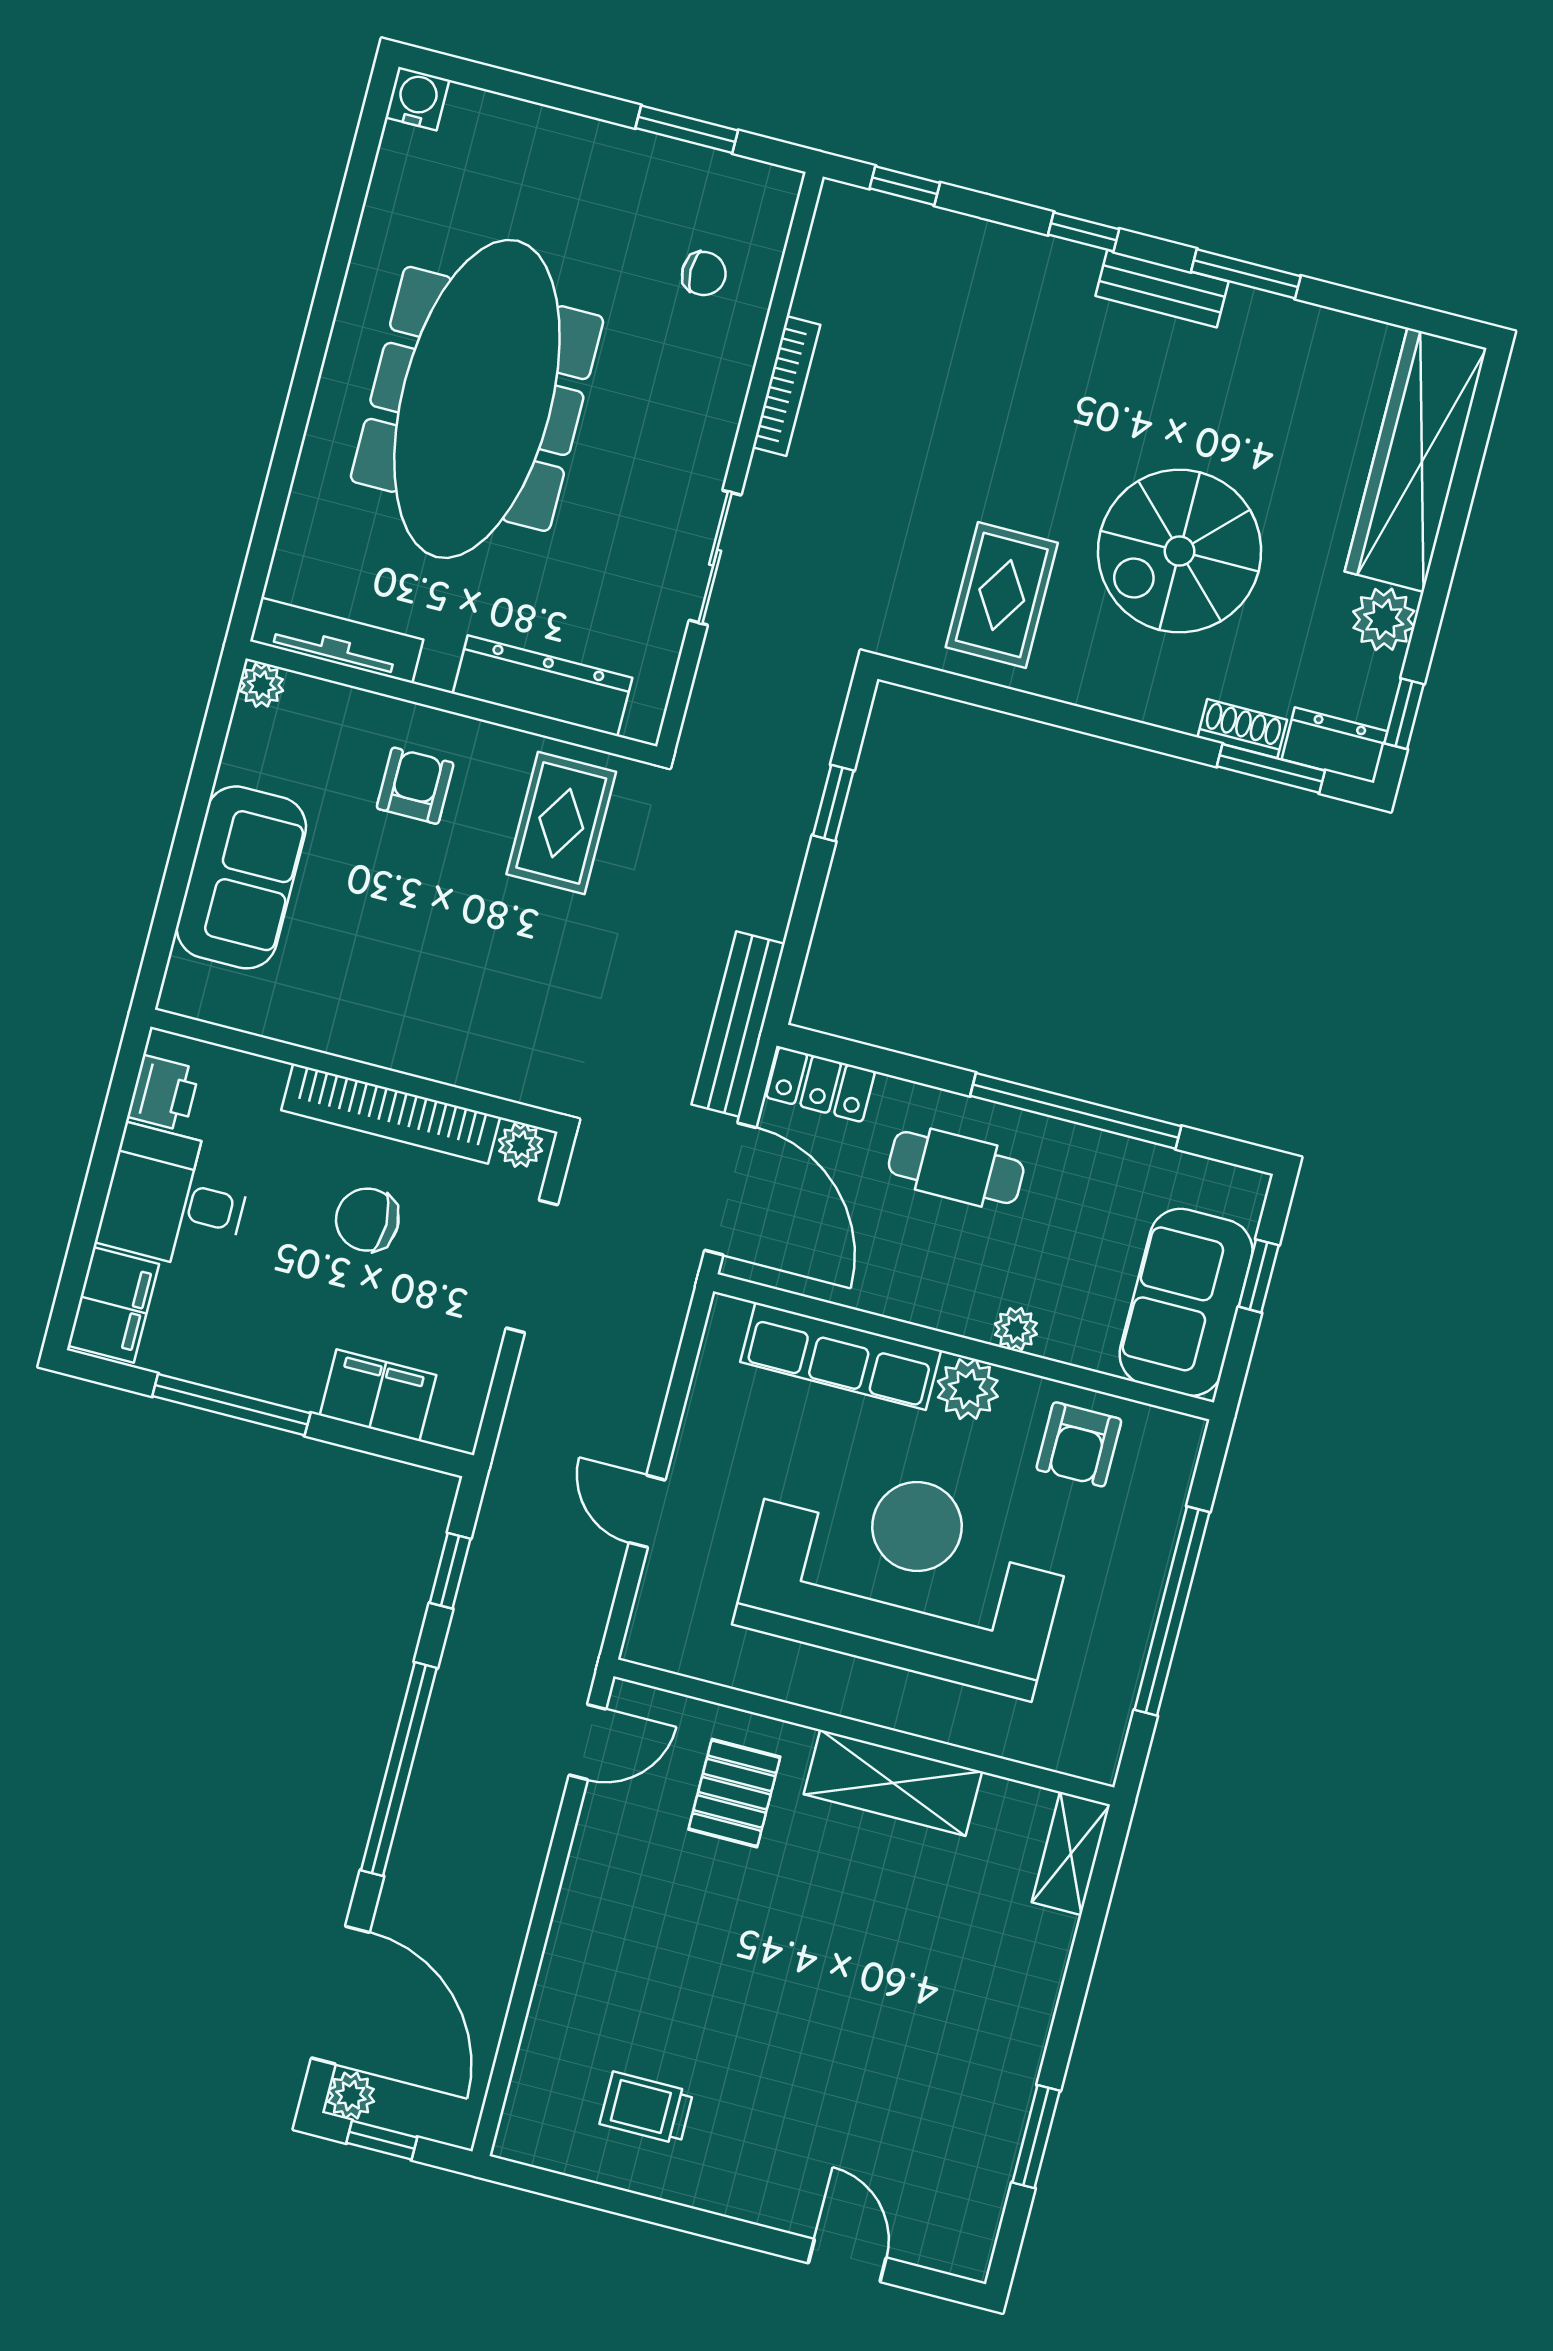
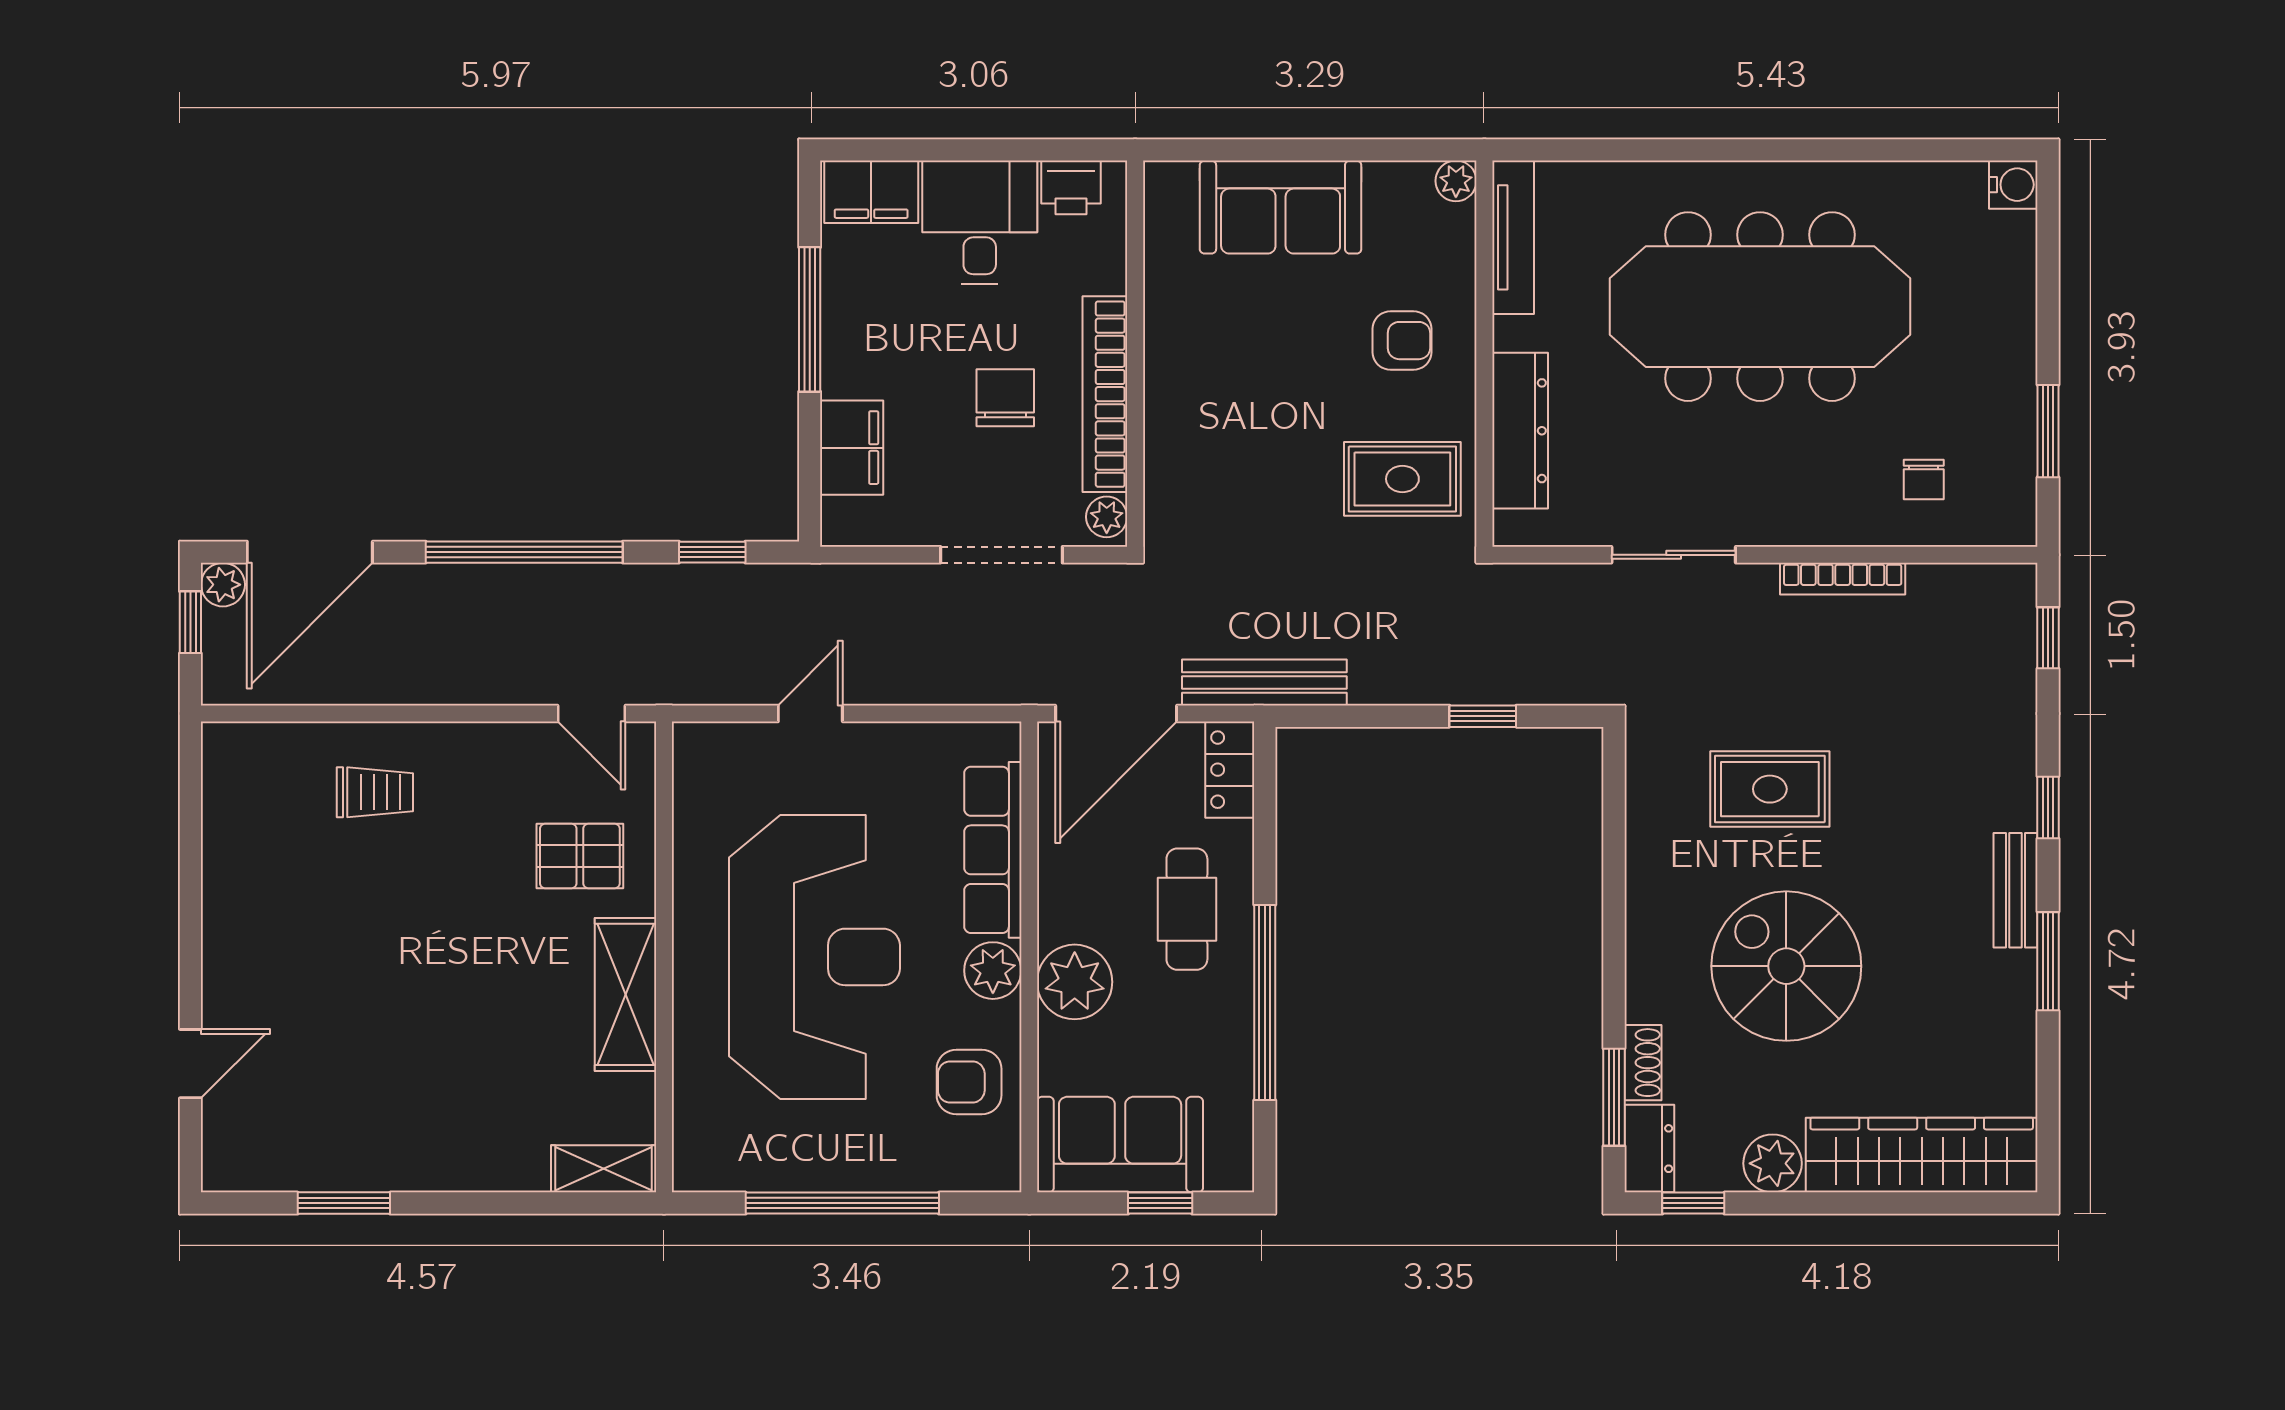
rug: (1002, 595) -> (1770, 789), moved
plant: (1016, 1329) -> (1075, 982), width x1.88, depth x1.88
trolley: (646, 2108) -> (375, 792), moved, turned 90

